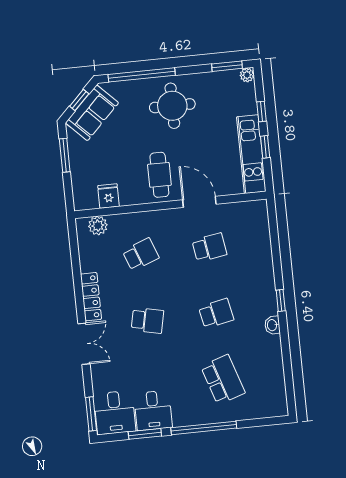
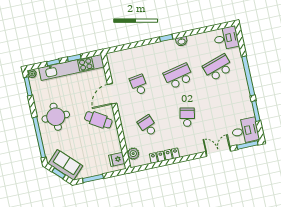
kitchen unit: (251, 154) -> (71, 67), width x1.36
cafe table: (159, 175) -> (98, 120), turned 32
fridge: (108, 196) -> (117, 159), moved
locker: (91, 297) -> (164, 156), moved
school desk: (216, 313) -> (178, 76), width x1.85
double door: (84, 344) -> (218, 151), moved
desk: (153, 410) -> (226, 38), moved

